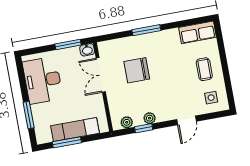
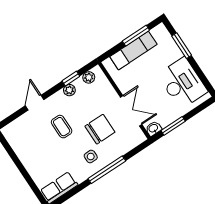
window: (146, 30) -> (107, 170), width x1.44
coffee table: (204, 69) -> (62, 127), moved
side table: (211, 98) -> (91, 157), moved

